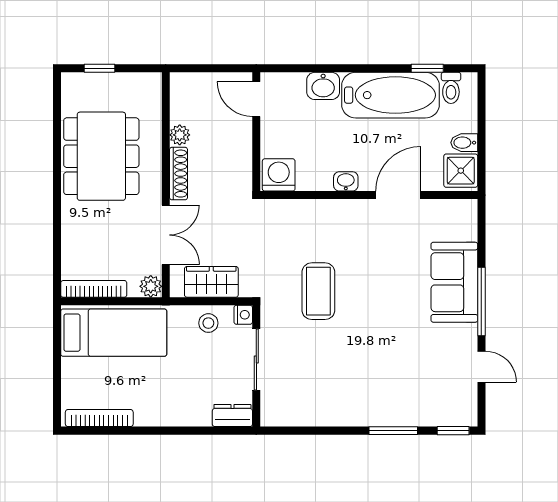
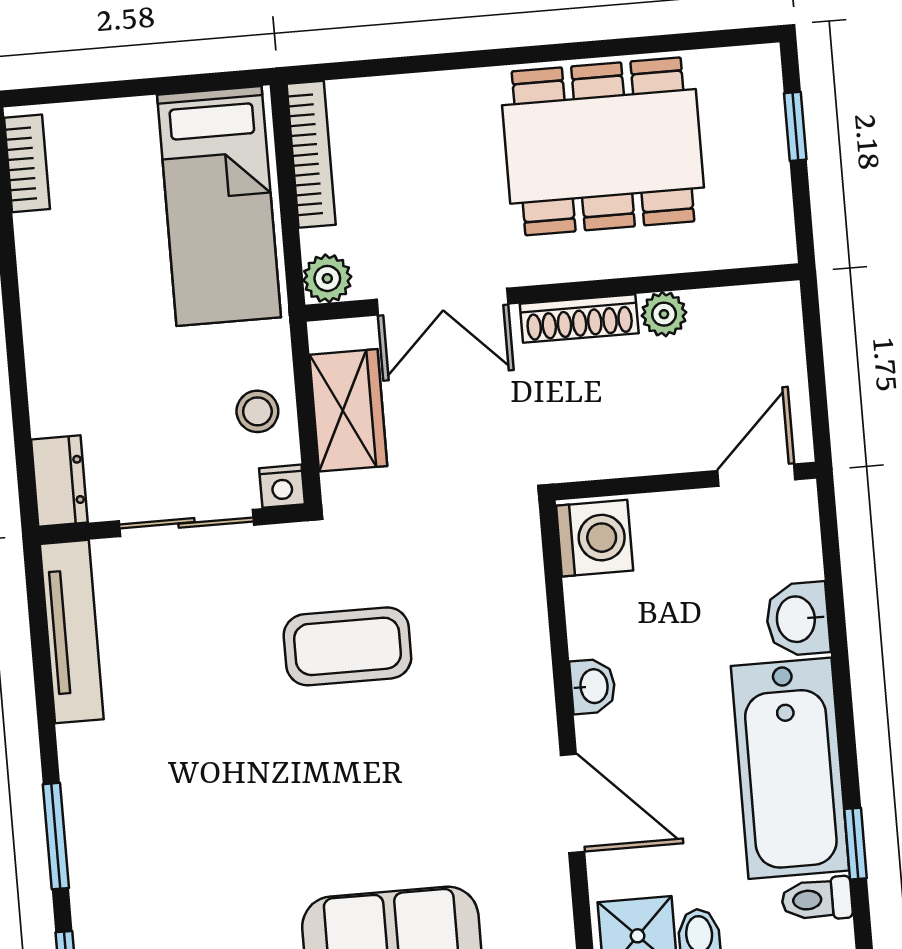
tv unit: (301, 416) -> (72, 632), added
bookcase: (99, 418) -> (27, 163), width x0.64

